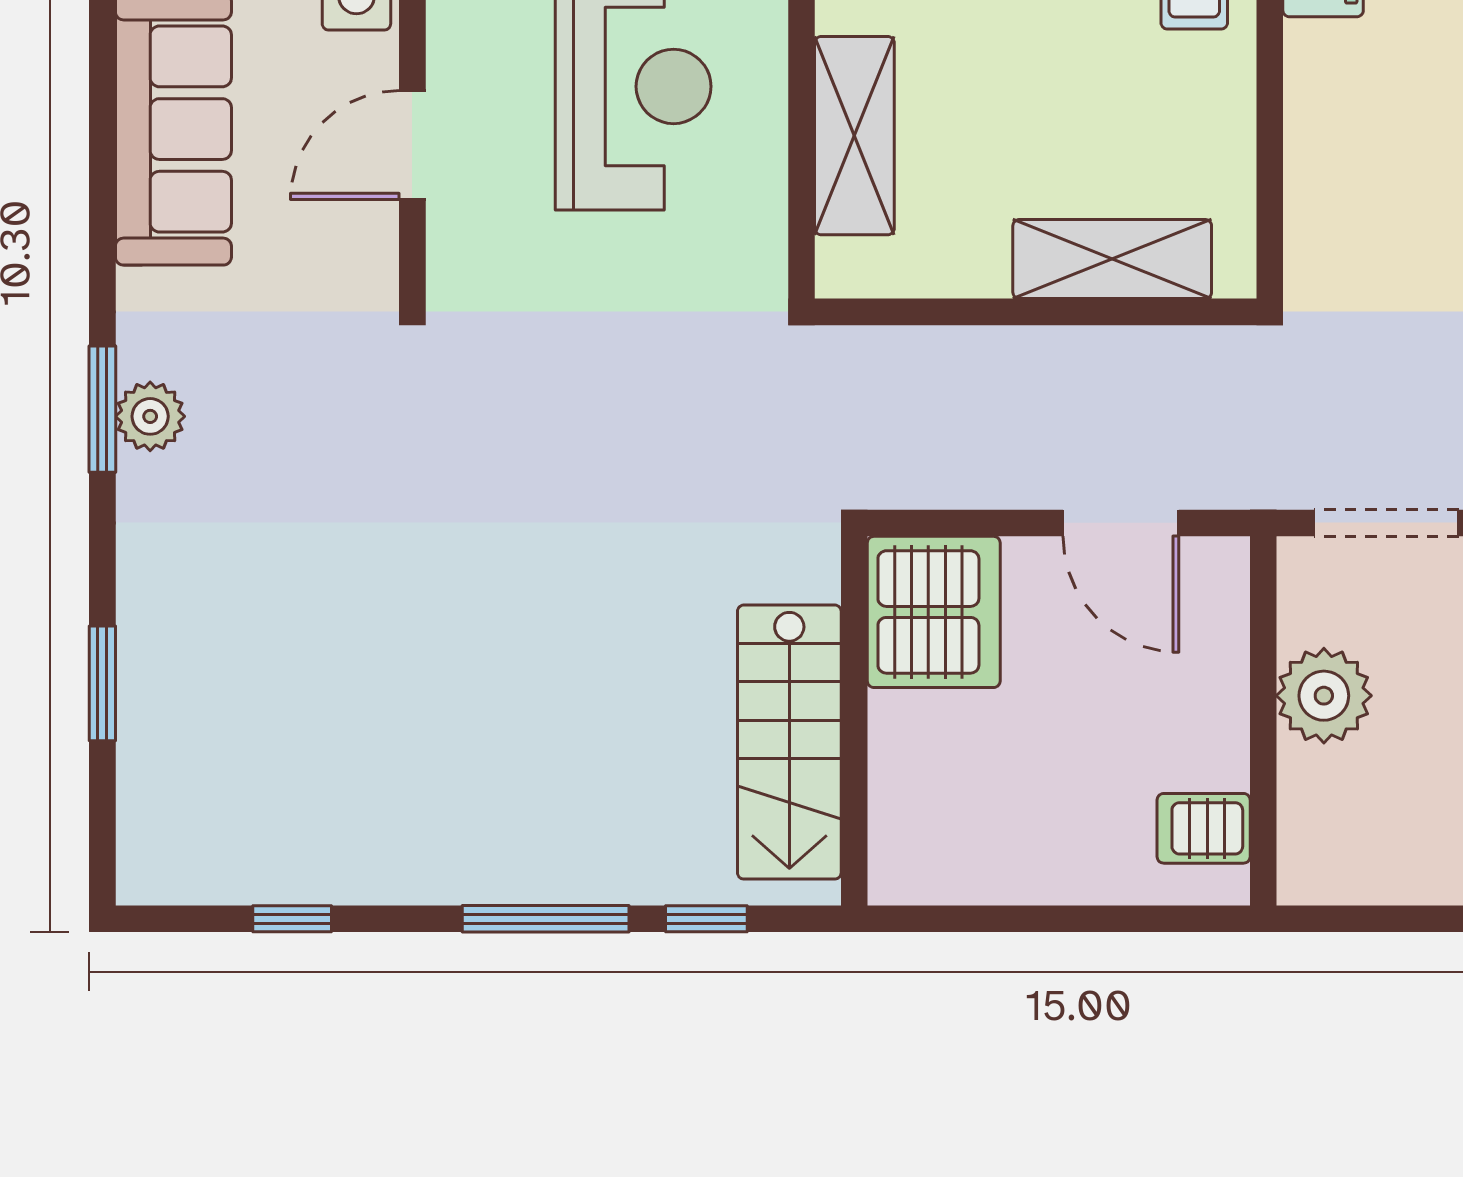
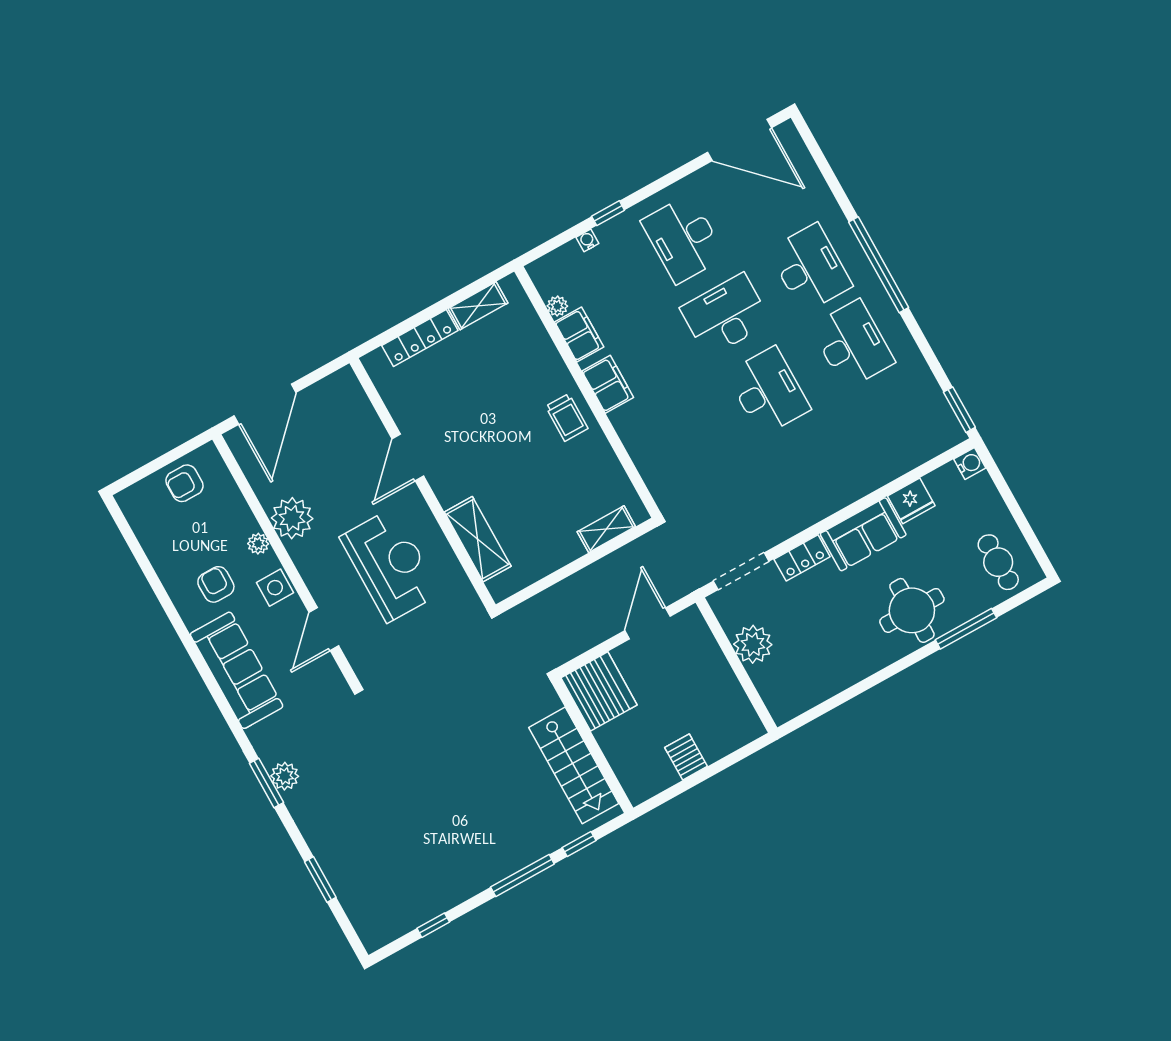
shelving: (1112, 259) -> (606, 529), width x0.67, depth x0.75
door: (1121, 523) -> (648, 623), swing flipped
server rack: (1204, 828) -> (686, 757), moved, turned 90

